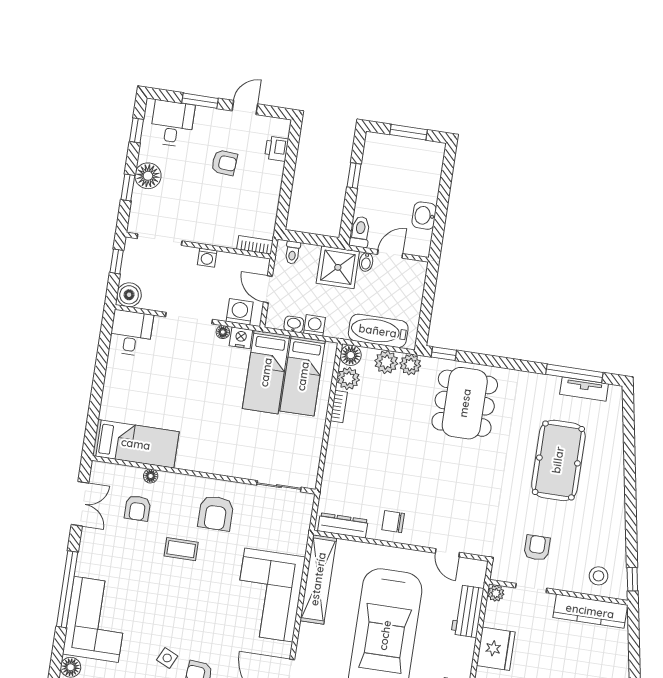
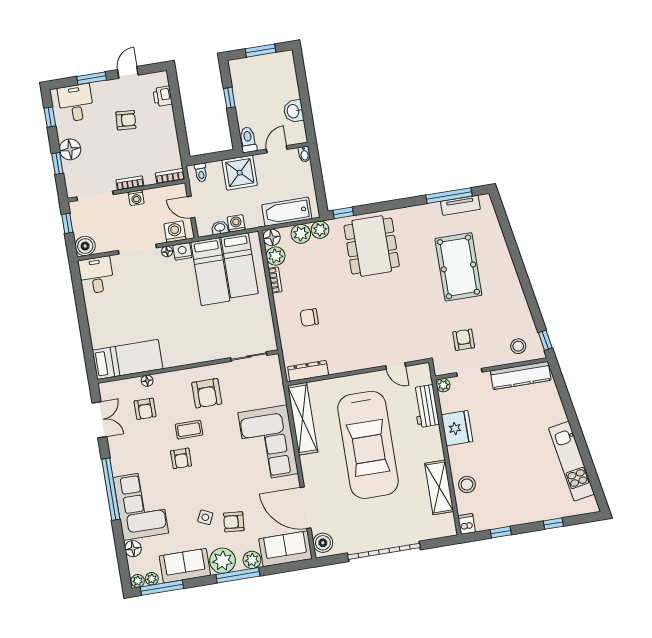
bookcase: (205, 238) -> (130, 183), added
bidet: (366, 262) -> (304, 154), moved
chair: (393, 522) -> (309, 317), moved
armchair: (161, 580) -> (181, 458), added

